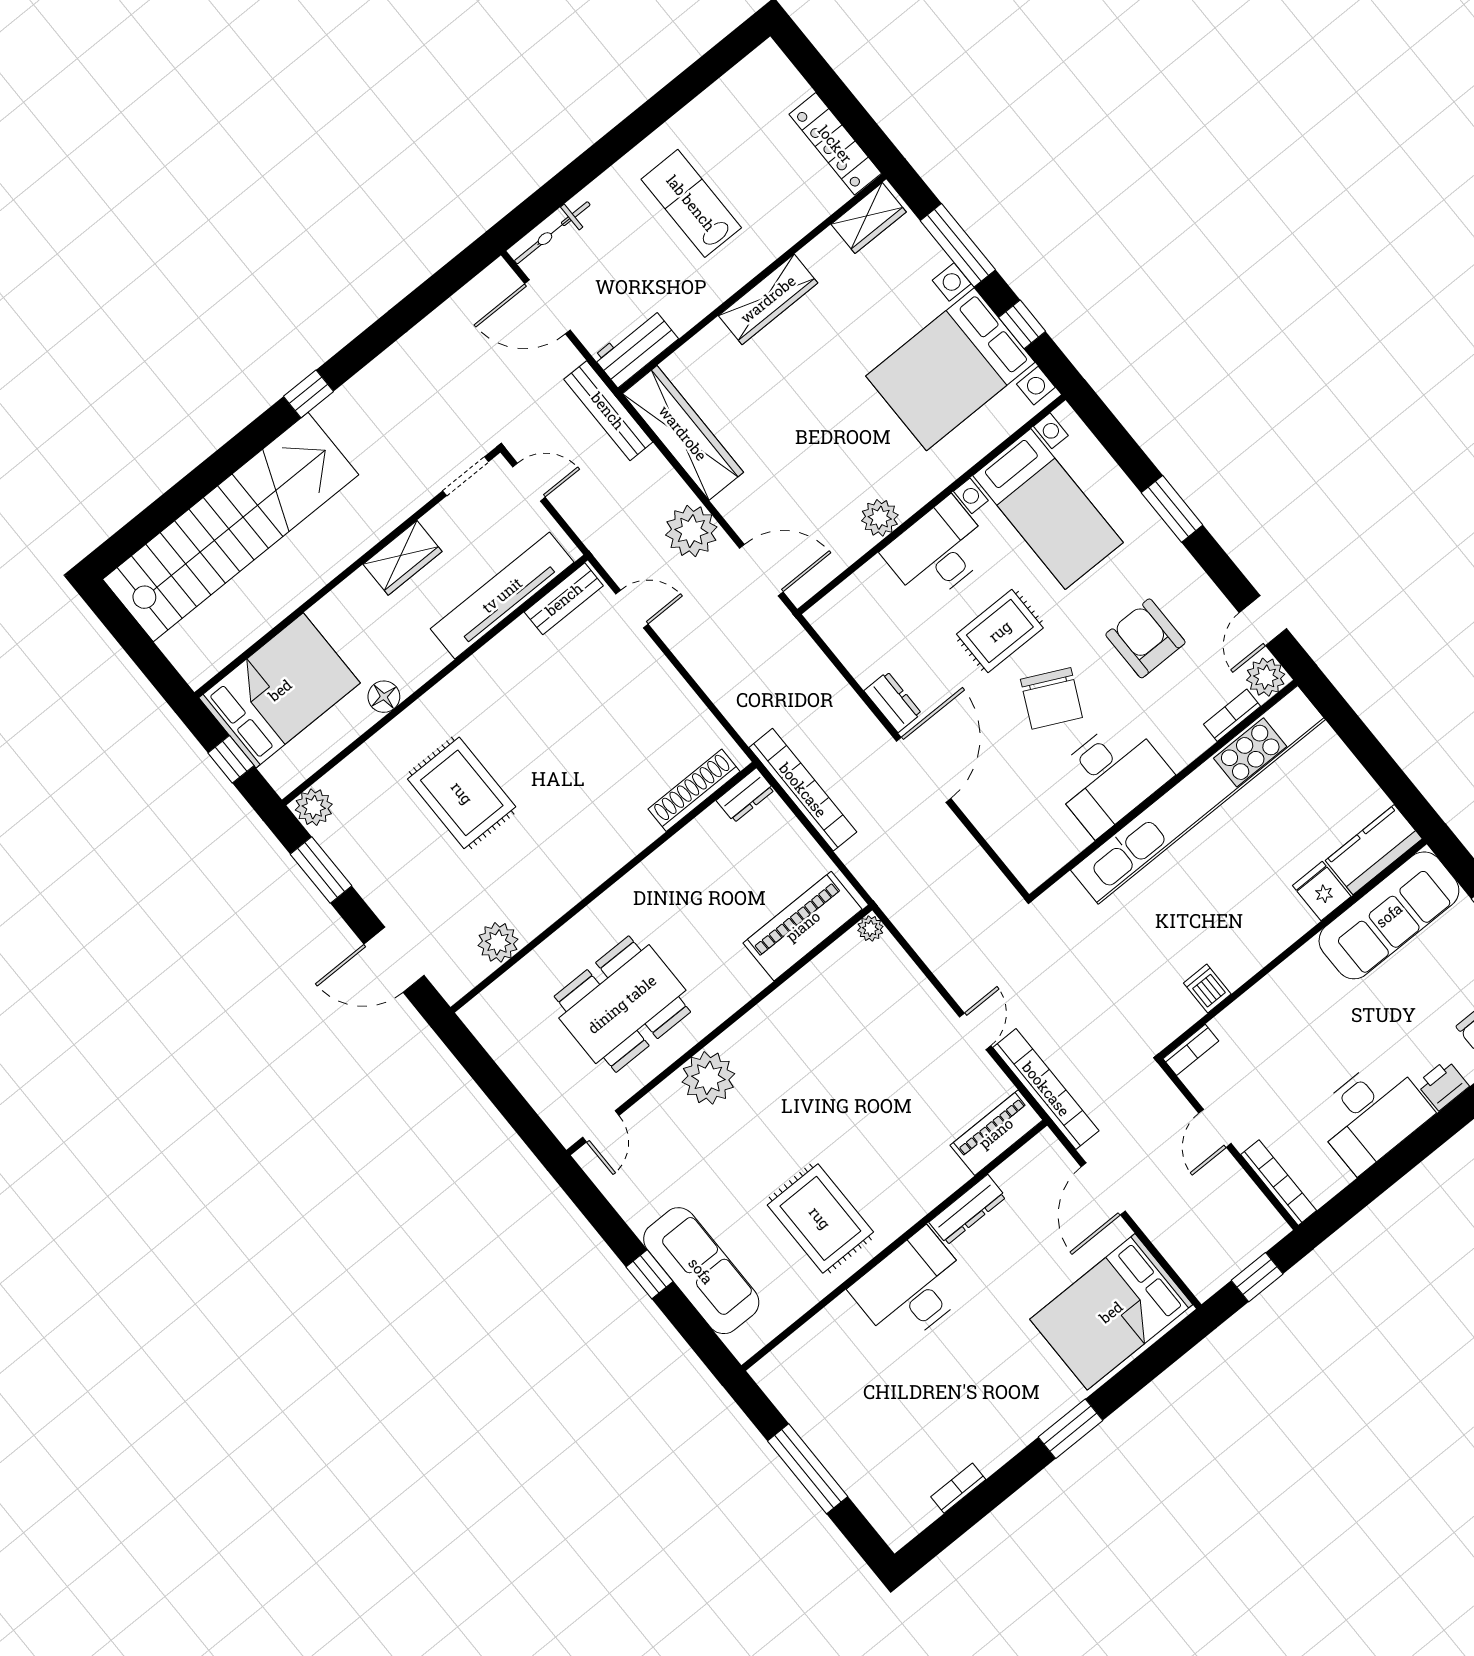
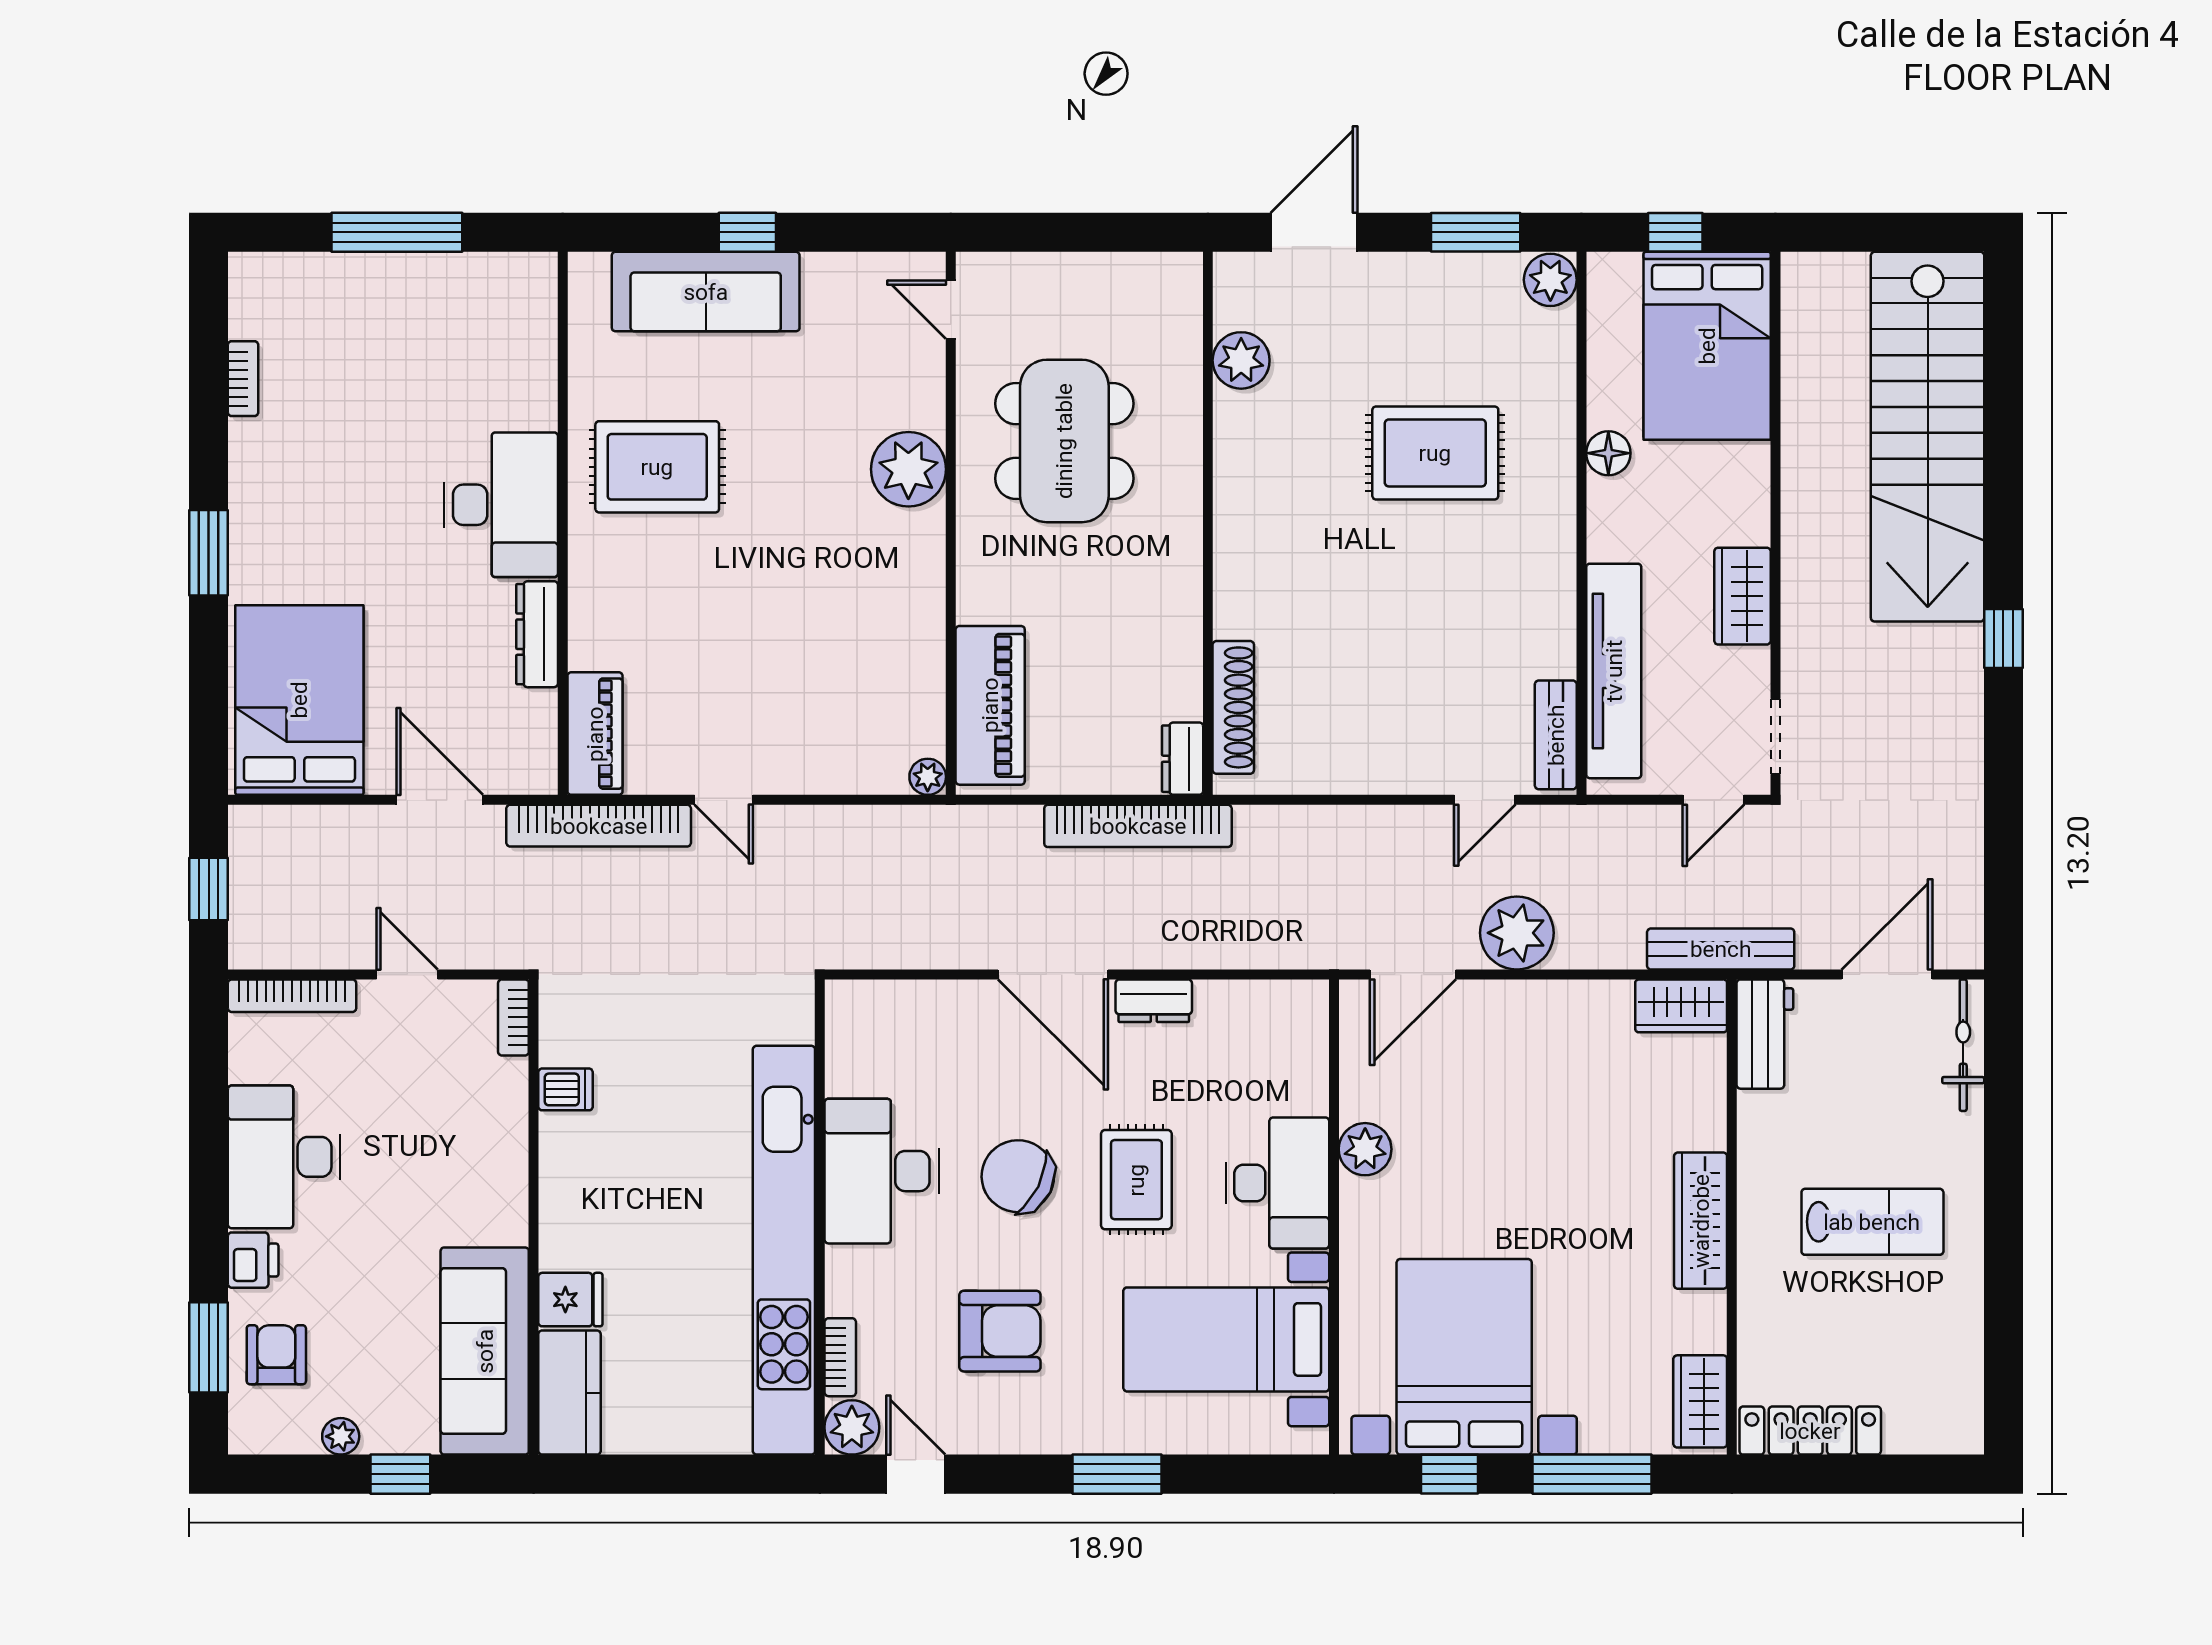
wardrobe: (683, 433) -> (1681, 1006), width x0.48, depth x0.85

